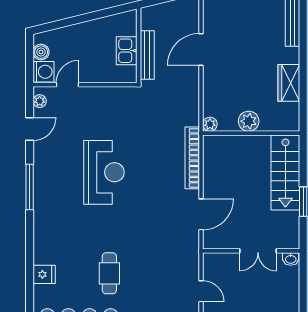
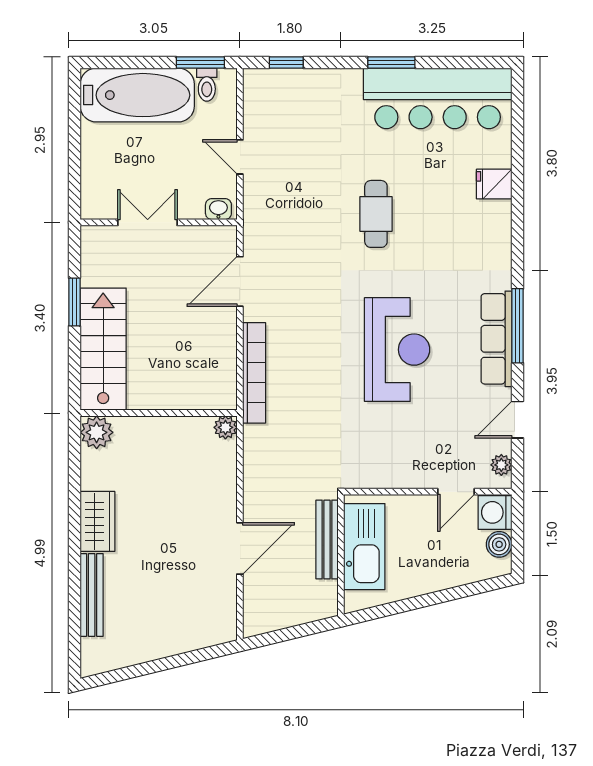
kitchen sink: (127, 51) -> (364, 547), width x1.88, depth x1.24
wardrobe: (289, 83) -> (97, 521), moved
plant: (249, 121) -> (97, 432), moved
reception desk: (104, 172) -> (397, 350), turned 180
row of seats: (43, 179) -> (496, 339), added
washbasin: (291, 259) -> (218, 209), moved
cafe table: (109, 273) -> (376, 214), moved

